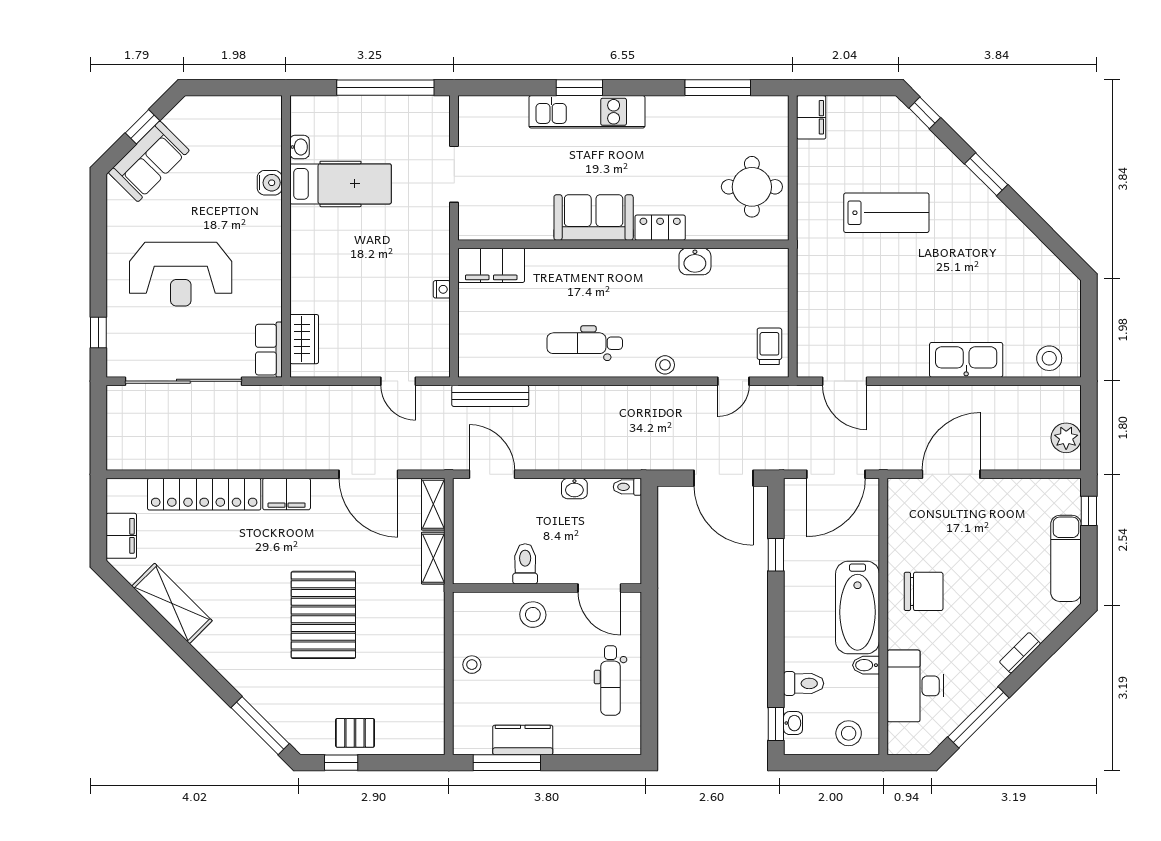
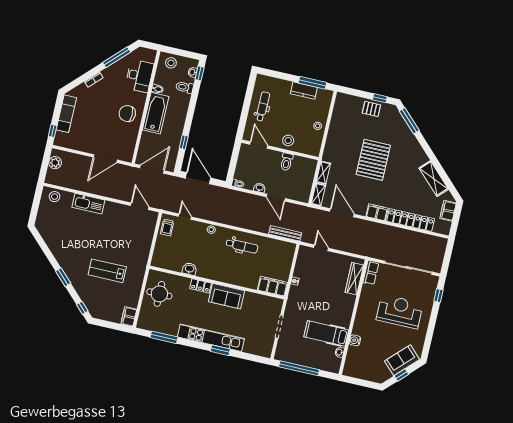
kitchen unit: (587, 112) -> (211, 338), width x1.36
wardrobe: (304, 339) -> (354, 279), width x1.50
door: (733, 381) -> (185, 217), hinge flipped
door: (492, 474) -> (276, 198), moved

